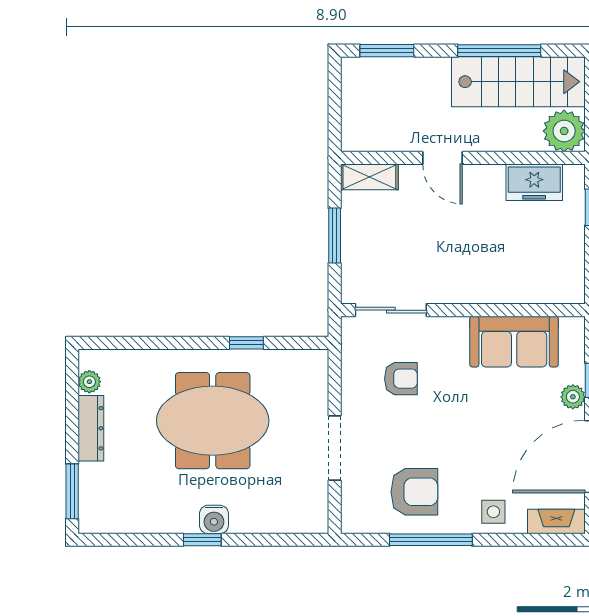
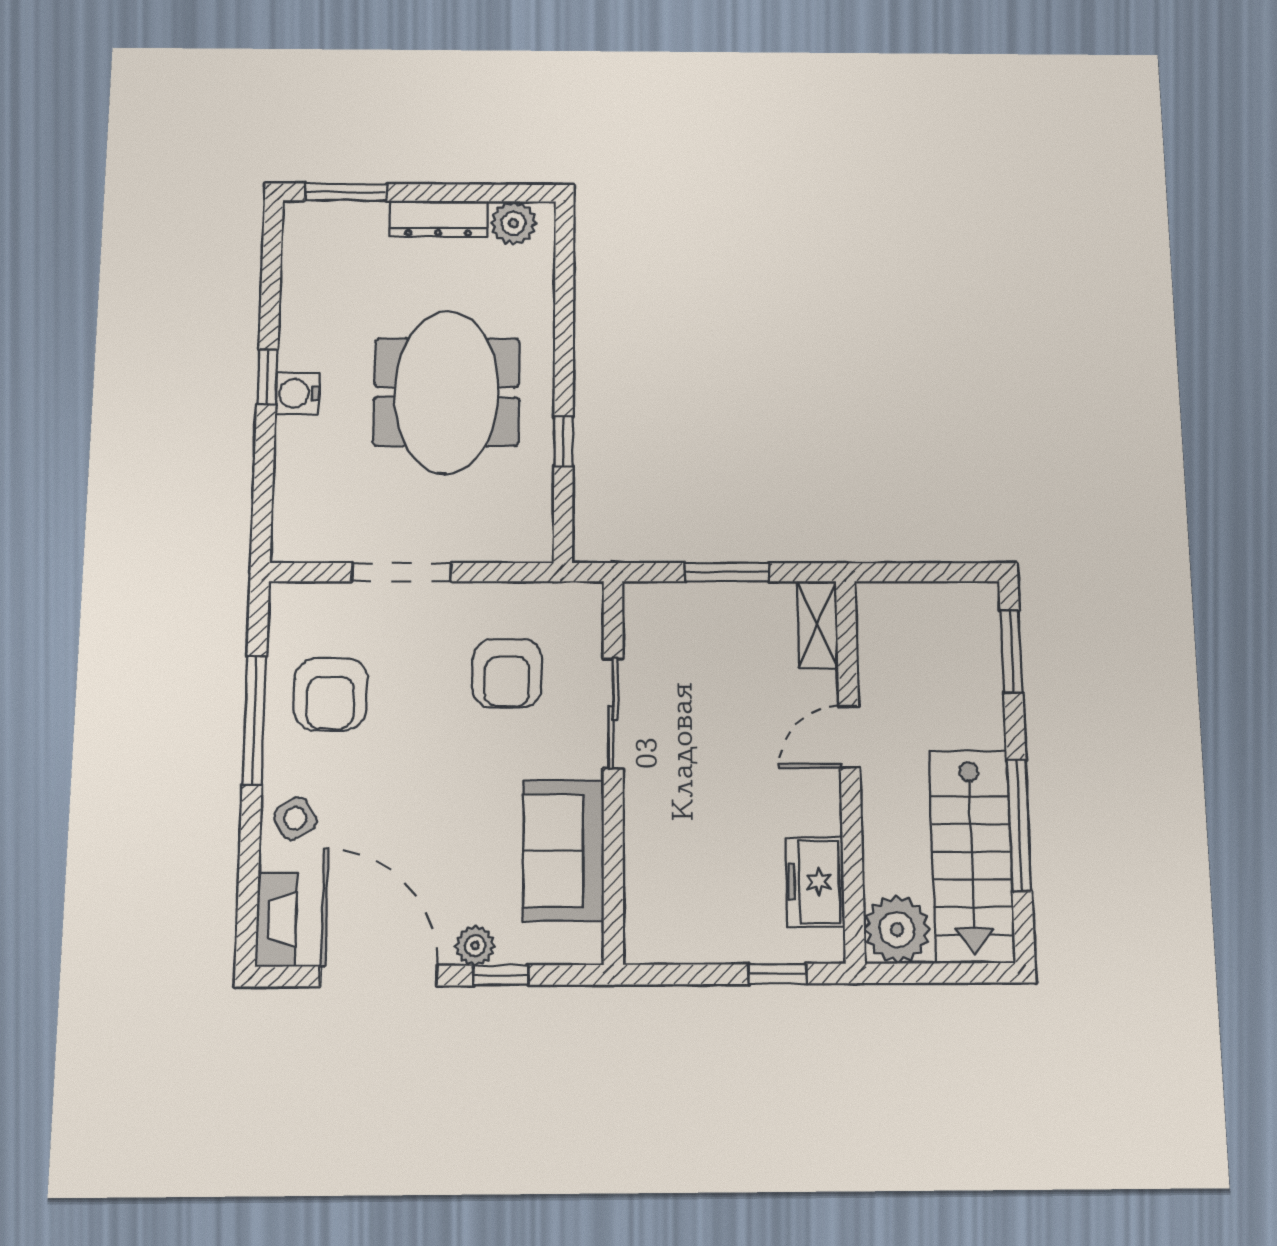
sliding door: (391, 310) -> (613, 713), moved
armchair: (401, 379) -> (507, 673), width x1.38, depth x1.38
plant: (89, 382) -> (513, 223), width x1.38, depth x1.38
side table: (493, 512) -> (295, 818), turned -30

